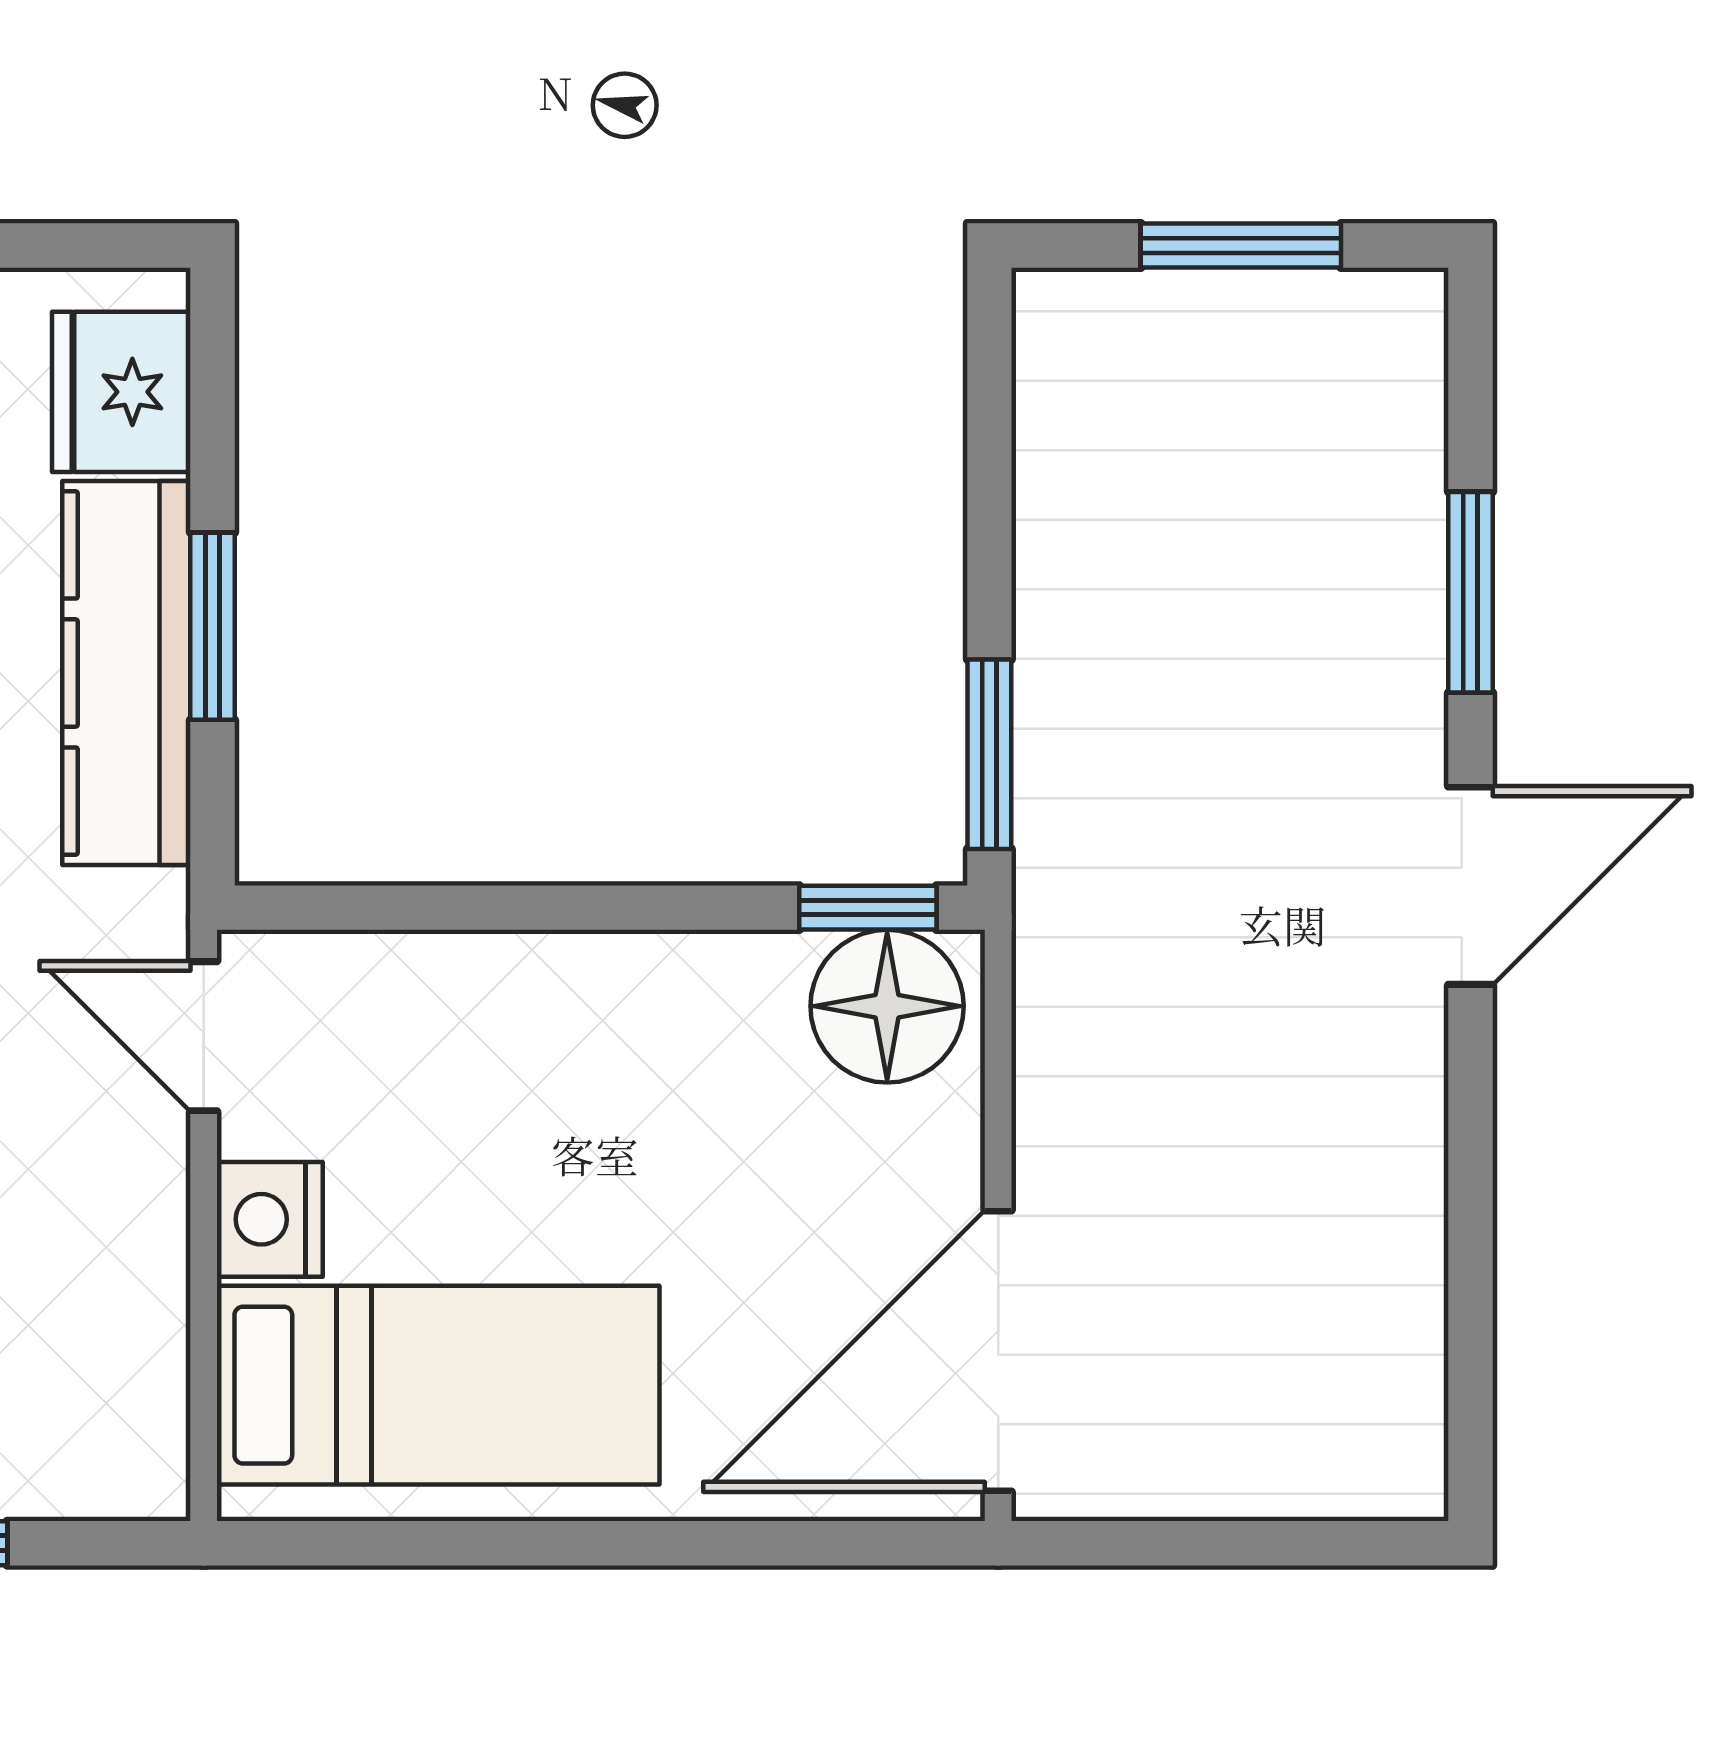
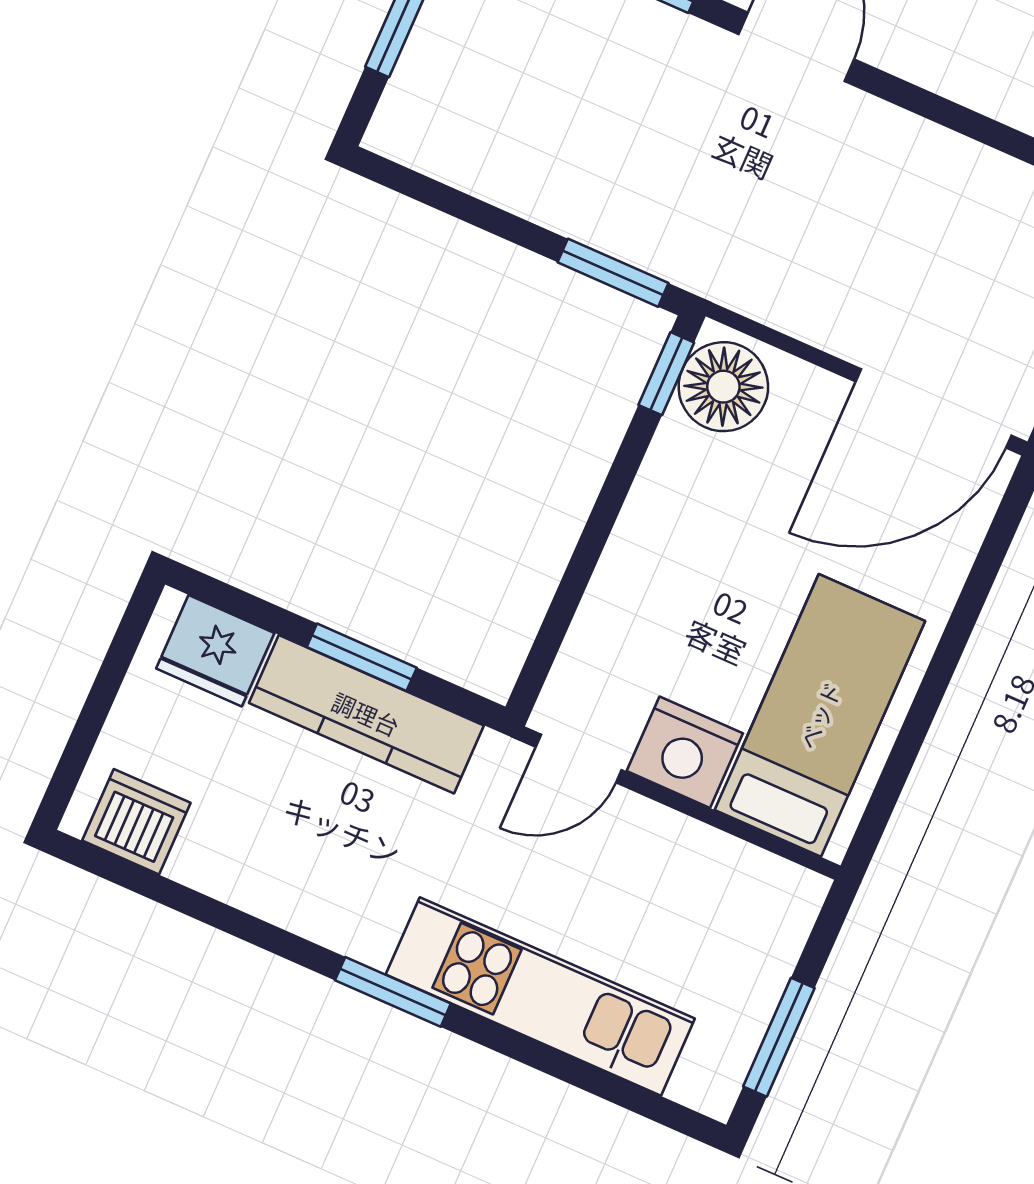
nightstand: (270, 1219) -> (685, 752), width x1.36, depth x1.33
door: (998, 1351) -> (934, 408), hinge flipped

